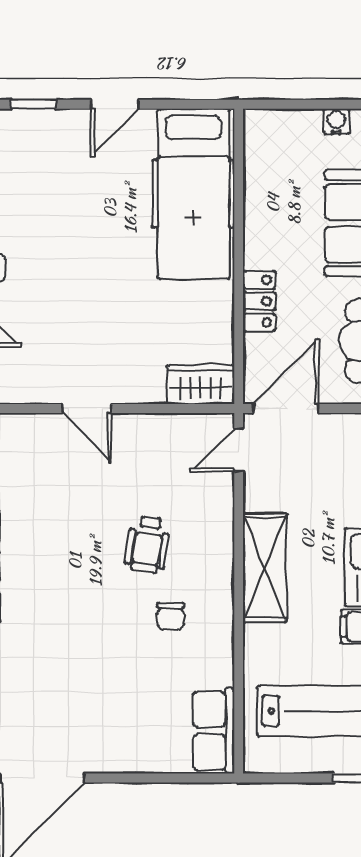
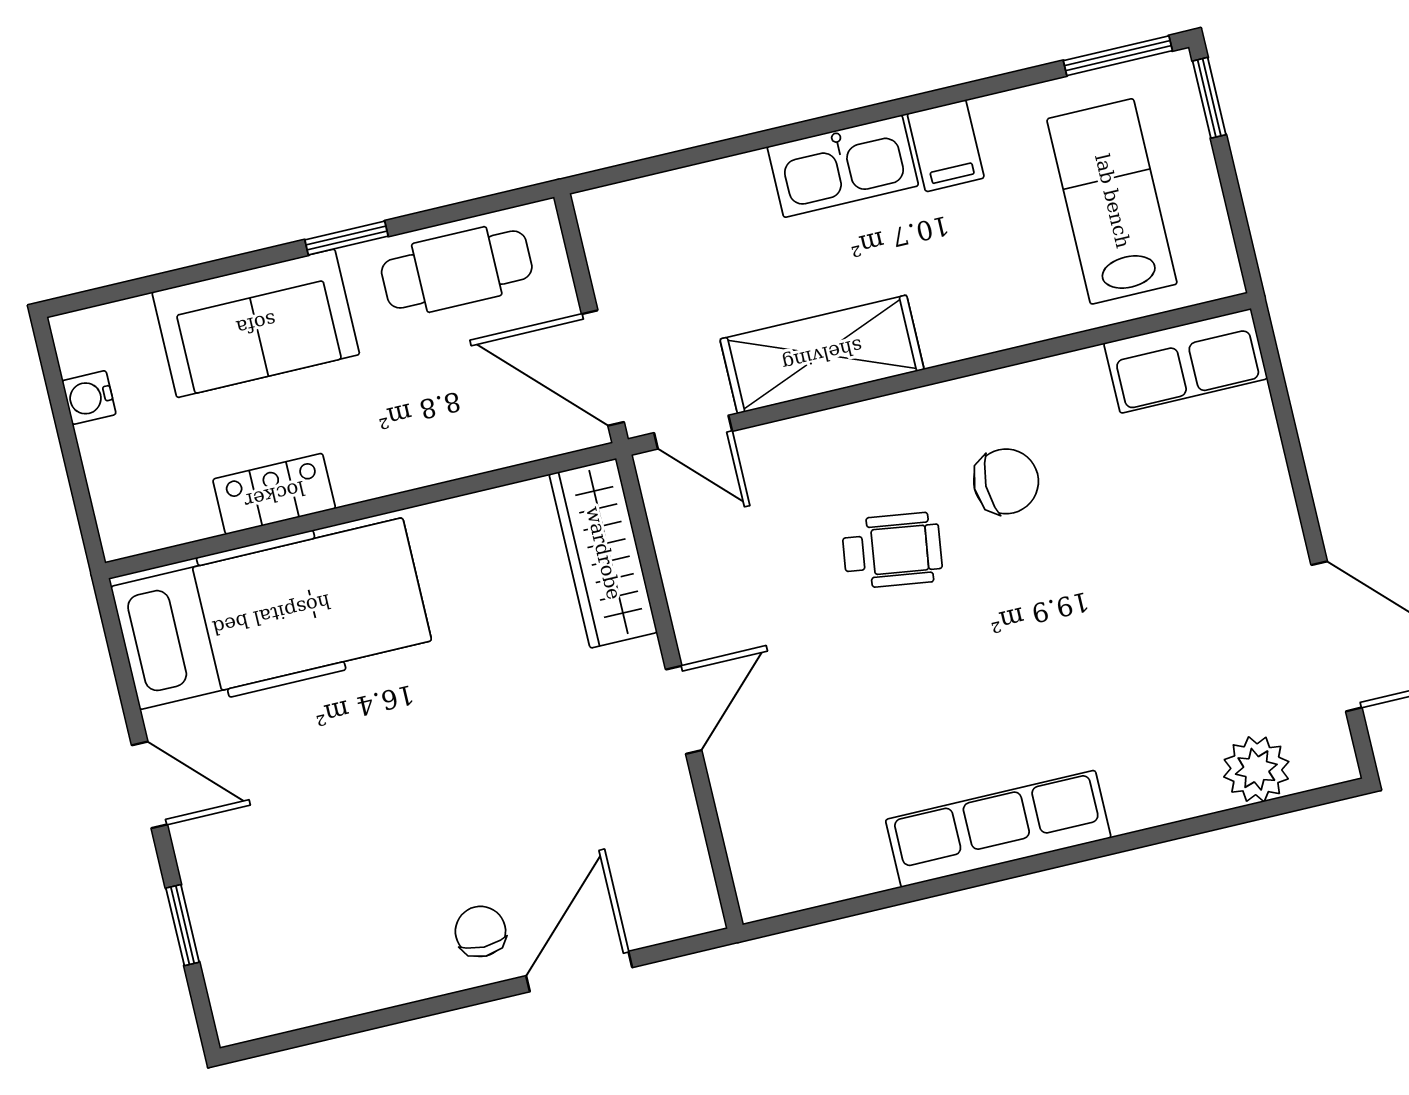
locker: (259, 301) -> (274, 494), moved
wardrobe: (200, 385) -> (603, 553), width x1.50
shelving: (265, 567) -> (822, 354), moved
chair: (171, 616) -> (1006, 481), width x1.37, depth x1.37

